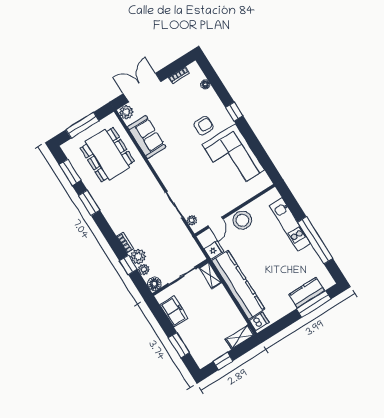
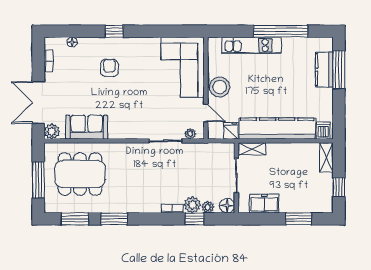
corner sofa: (233, 157) -> (183, 67), moved, turned 90

